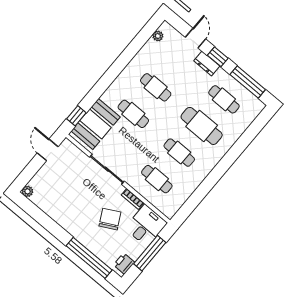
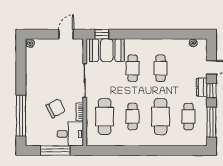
cafe table: (157, 179) -> (105, 116), width x1.37, depth x1.35
printer: (124, 264) -> (36, 140), removed

